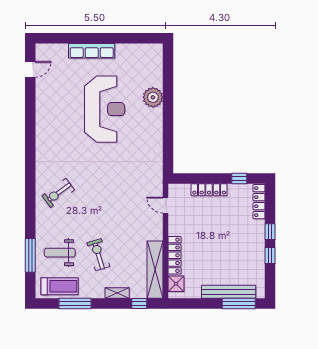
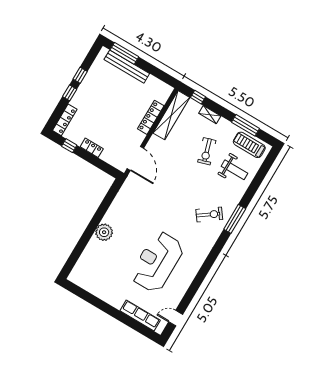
row of seats: (92, 51) -> (140, 316), moved
plant: (153, 97) -> (104, 232), moved
reception desk: (105, 109) -> (157, 262), moved
locker: (209, 190) -> (92, 148), width x0.66
door: (165, 205) -> (135, 158), width x1.87
window: (30, 255) -> (235, 219), moved
shower: (176, 284) -> (162, 96), removed

